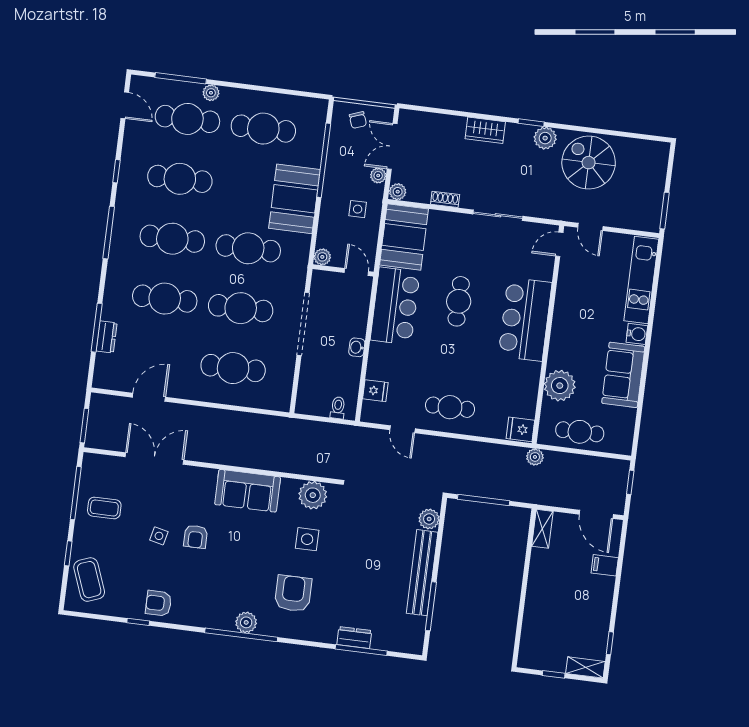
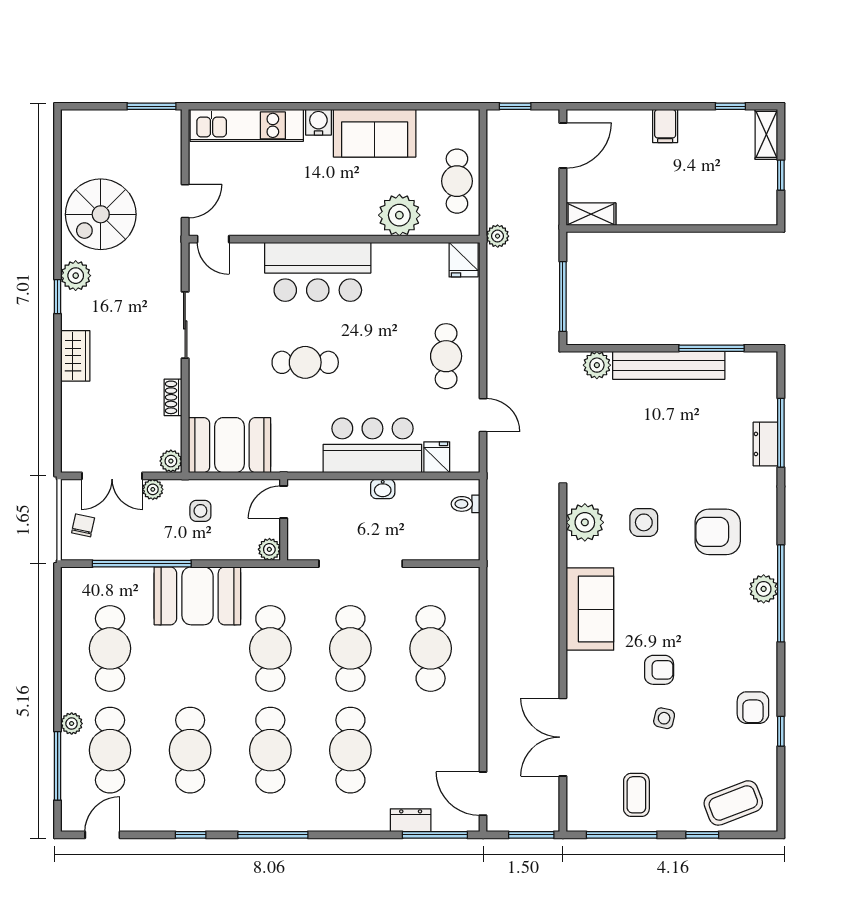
chair: (358, 120) -> (83, 525), turned -58
bar counter: (395, 306) -> (372, 445), moved
window: (97, 328) -> (435, 835), moved
door: (149, 397) -> (483, 794), moved
door: (402, 429) -> (483, 415), hinge flipped
filing cabinet: (605, 565) -> (665, 126), moved

